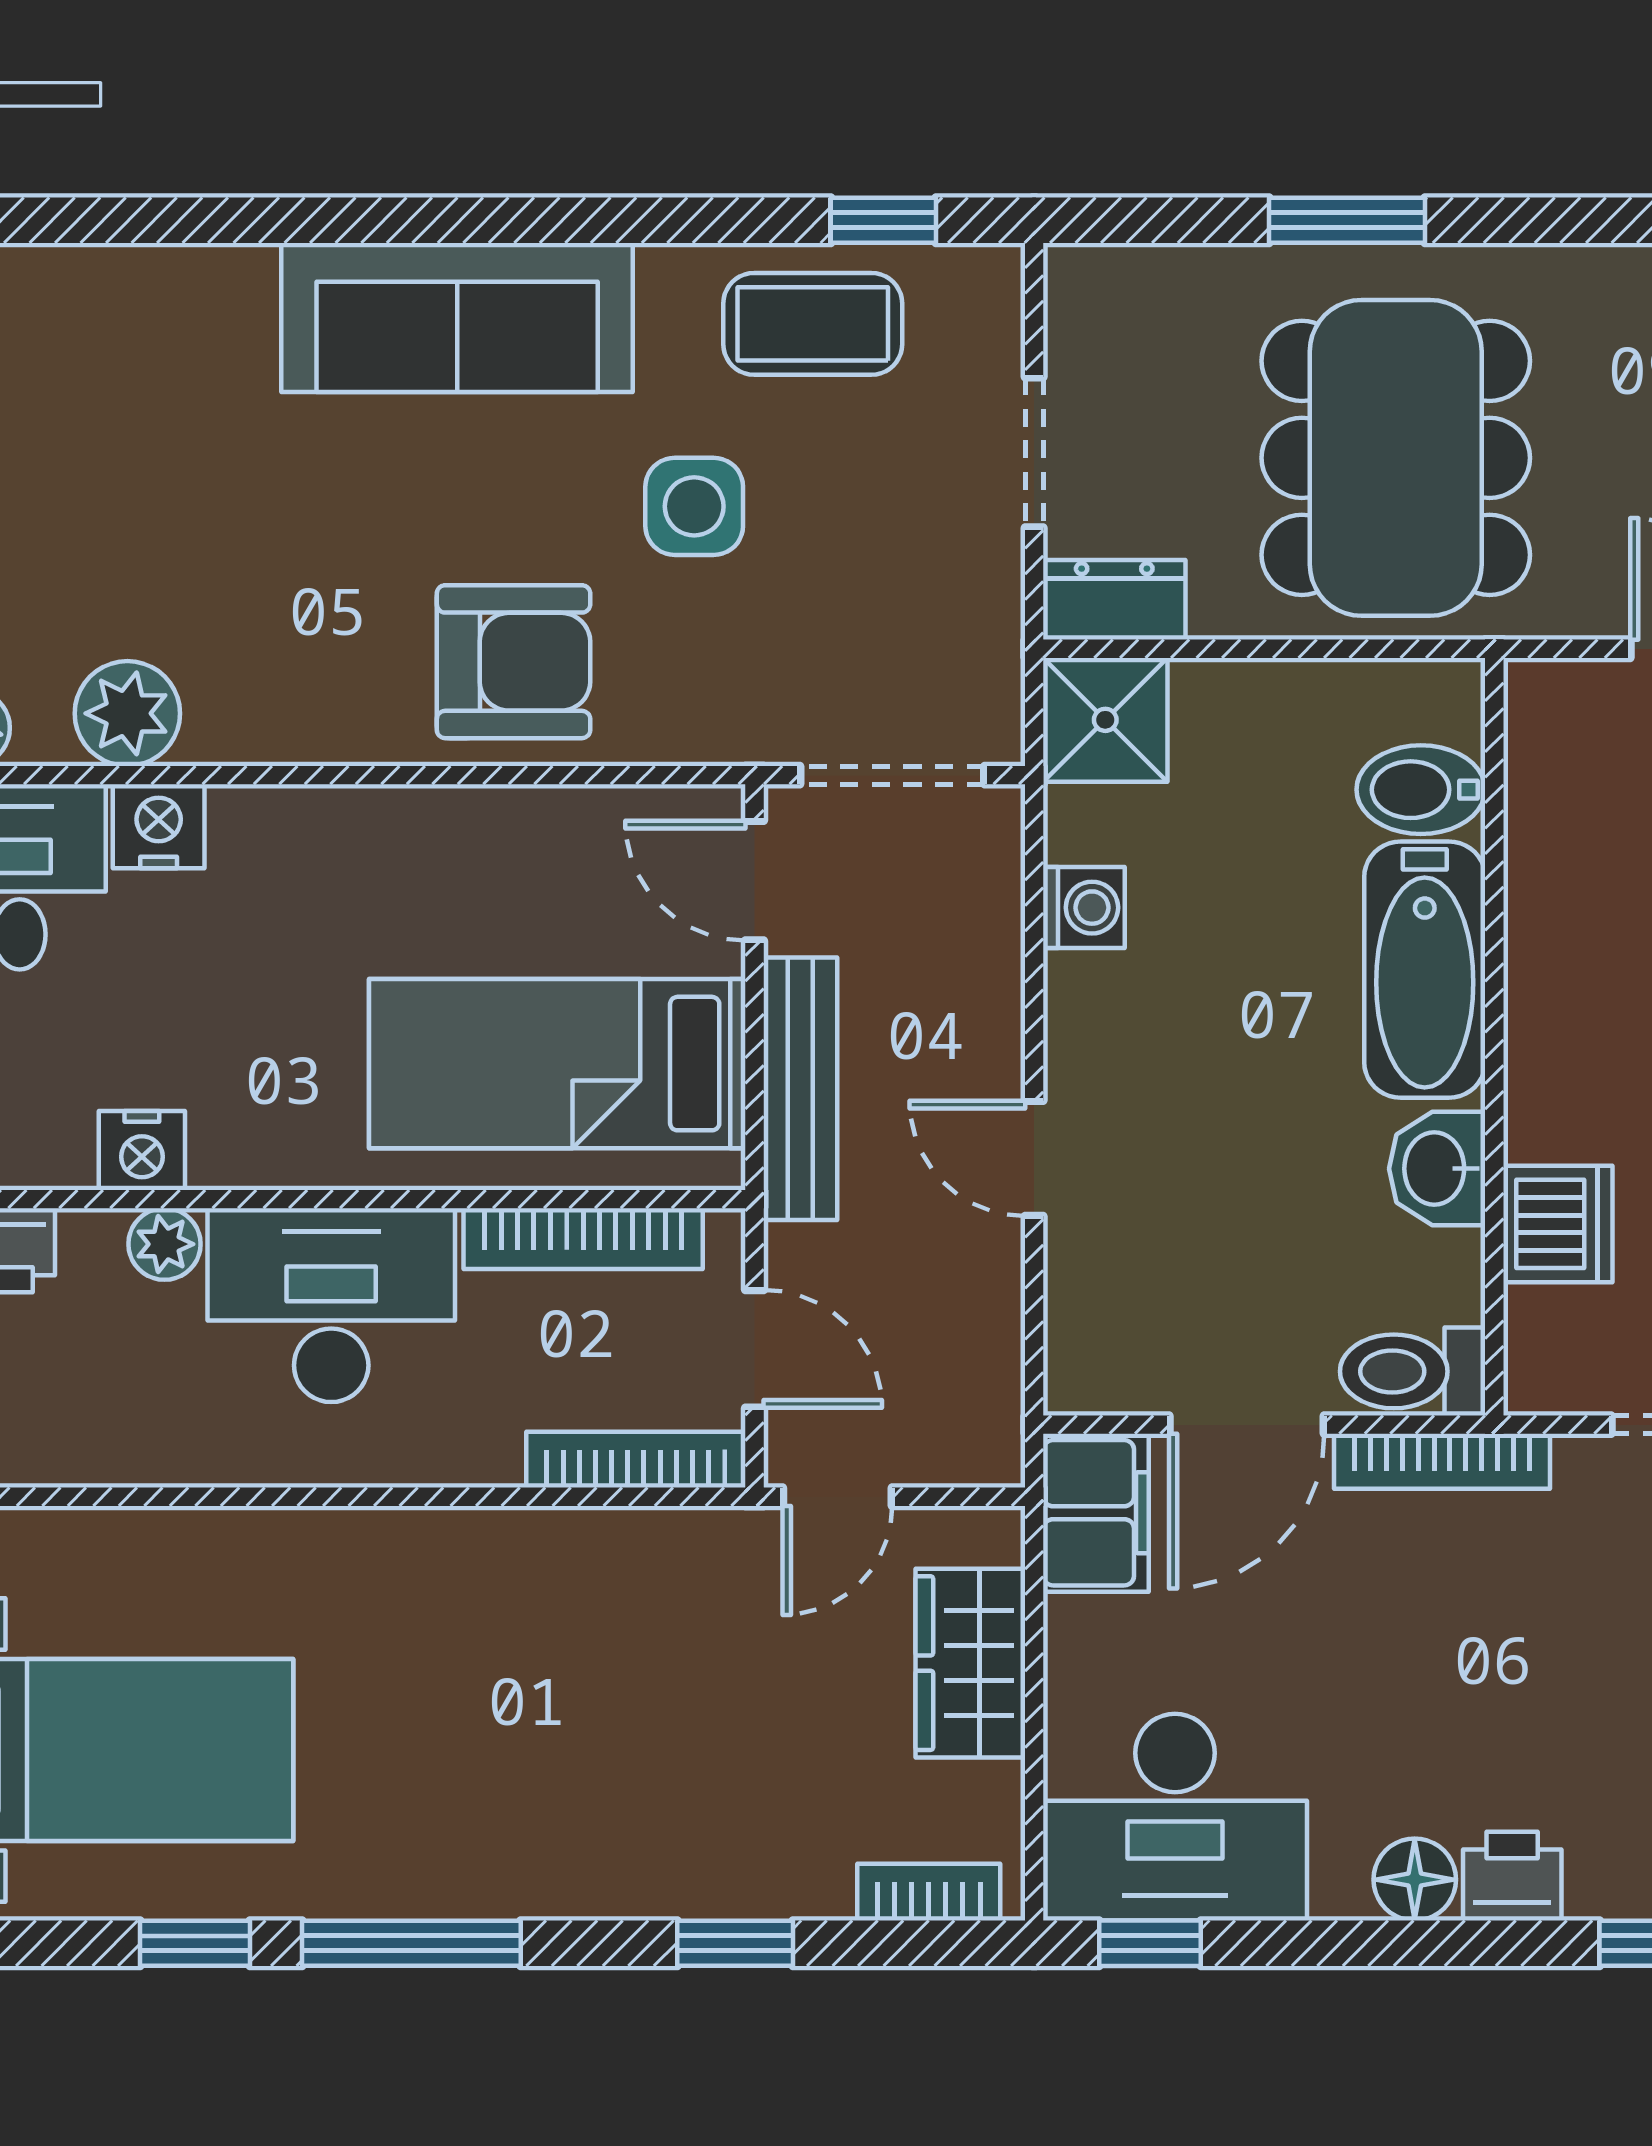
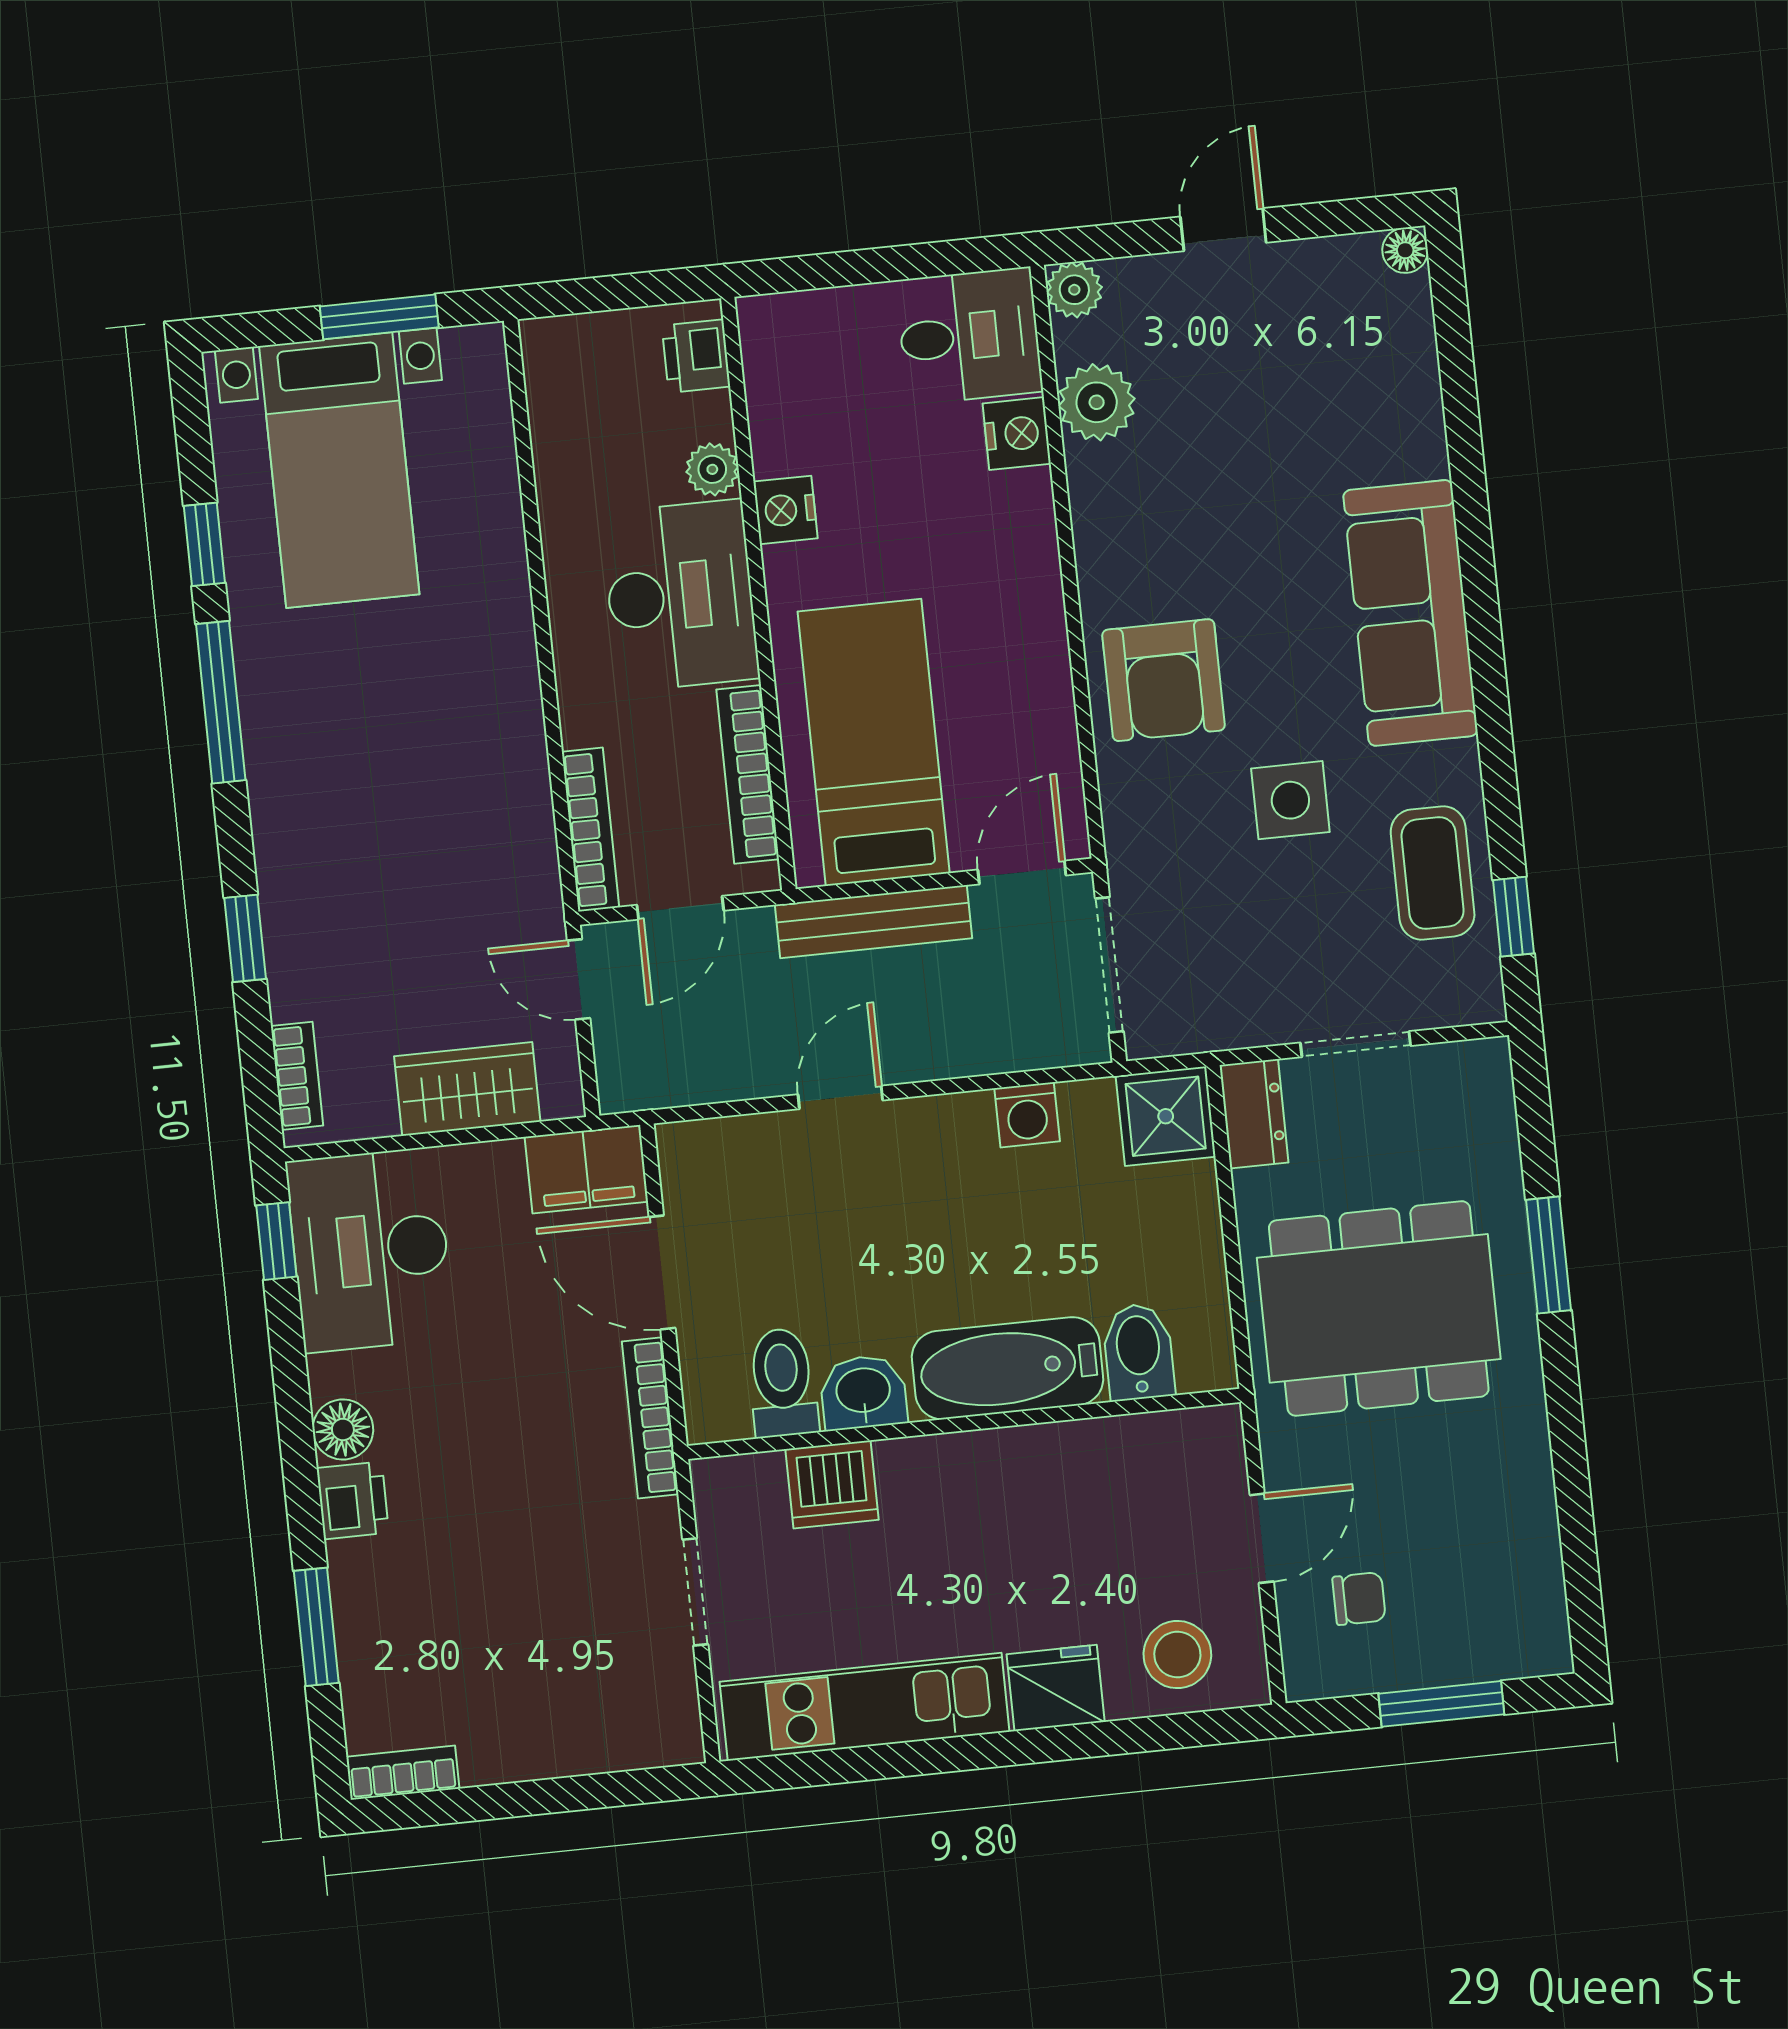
nightstand: (142, 1150) -> (786, 510), moved
toilet: (1413, 1371) -> (783, 1382), moved

